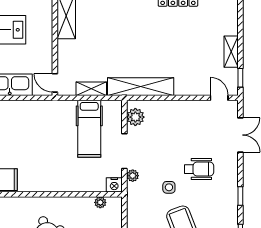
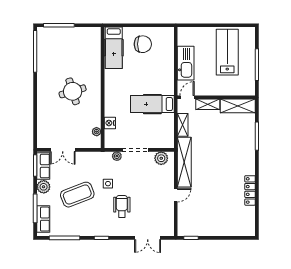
shelving: (231, 52) -> (208, 104), moved
door: (219, 98) -> (176, 195), moved
hospital bed: (89, 129) -> (152, 104), moved
wheelchair: (199, 169) -> (122, 206), turned 180
nightstand: (114, 185) -> (110, 123), moved

